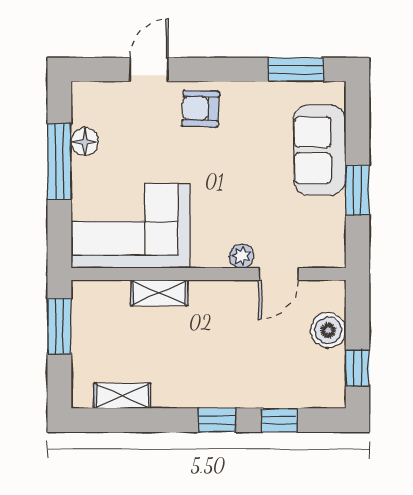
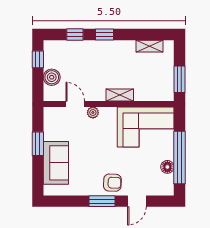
window: (296, 69) -> (102, 201), moved
window: (59, 161) -> (179, 158), width x1.46
door: (279, 274) -> (75, 104), hinge flipped
shelving: (159, 293) -> (120, 95), moved

